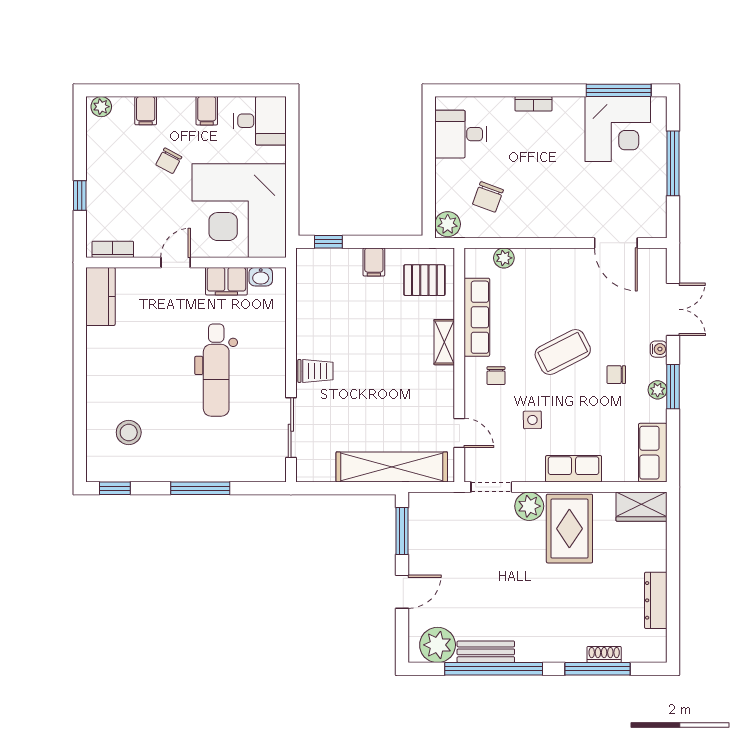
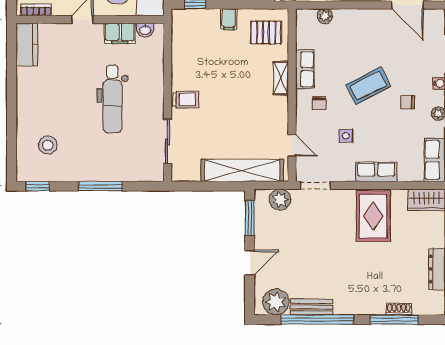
row of seats: (477, 317) -> (305, 69), width x0.68
plant: (529, 506) -> (280, 199), moved

